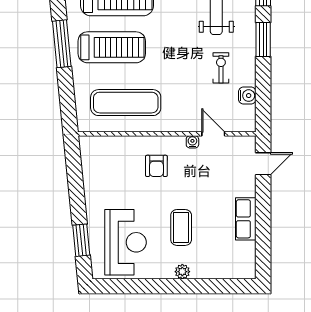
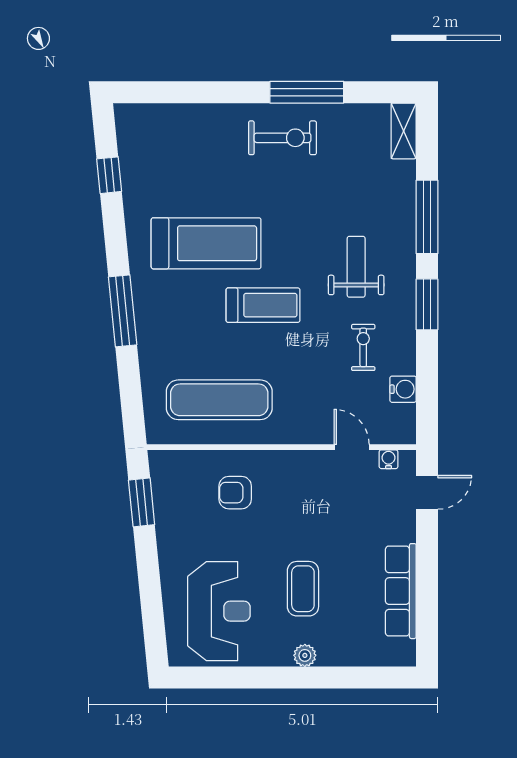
treadmill: (112, 47) -> (263, 305), moved, width x0.73, depth x0.73
water cooler: (192, 142) -> (389, 459), moved
armchair: (156, 166) -> (235, 493), moved, turned 90
row of seats: (246, 219) -> (401, 591), width x1.48
window: (81, 240) -> (142, 502), moved

